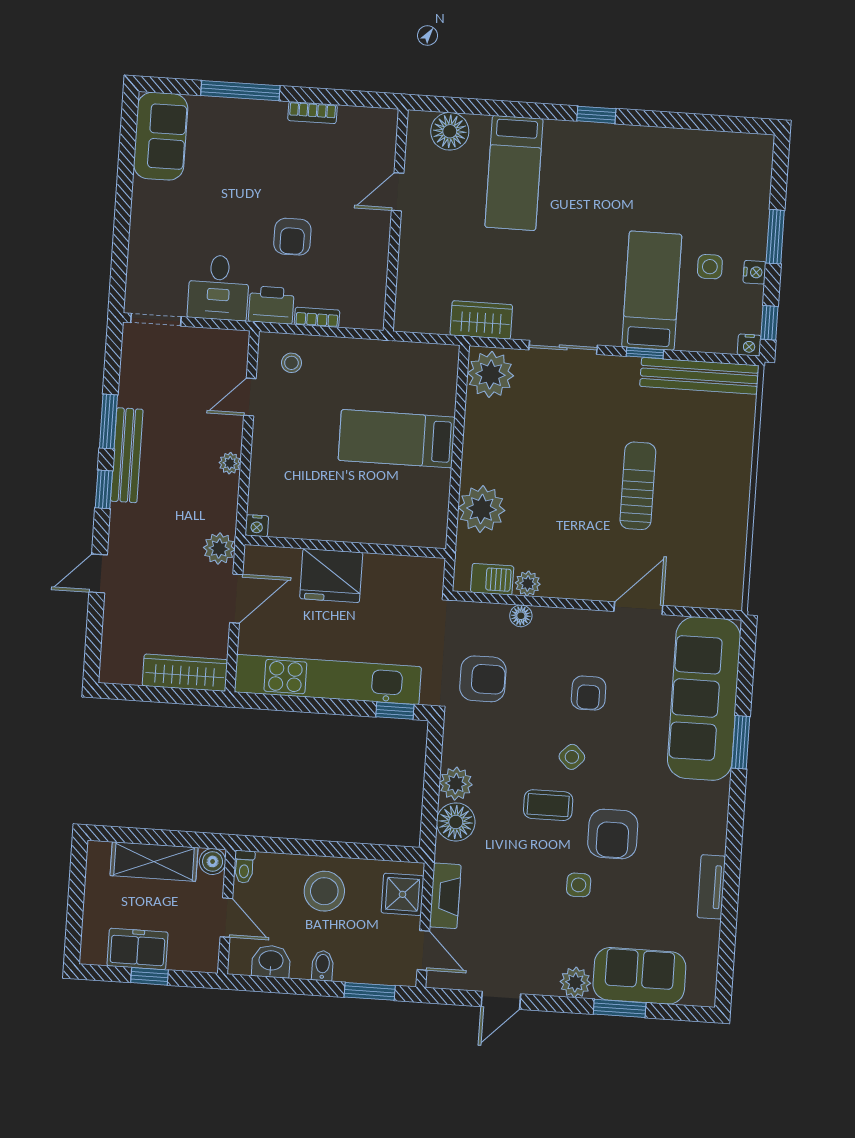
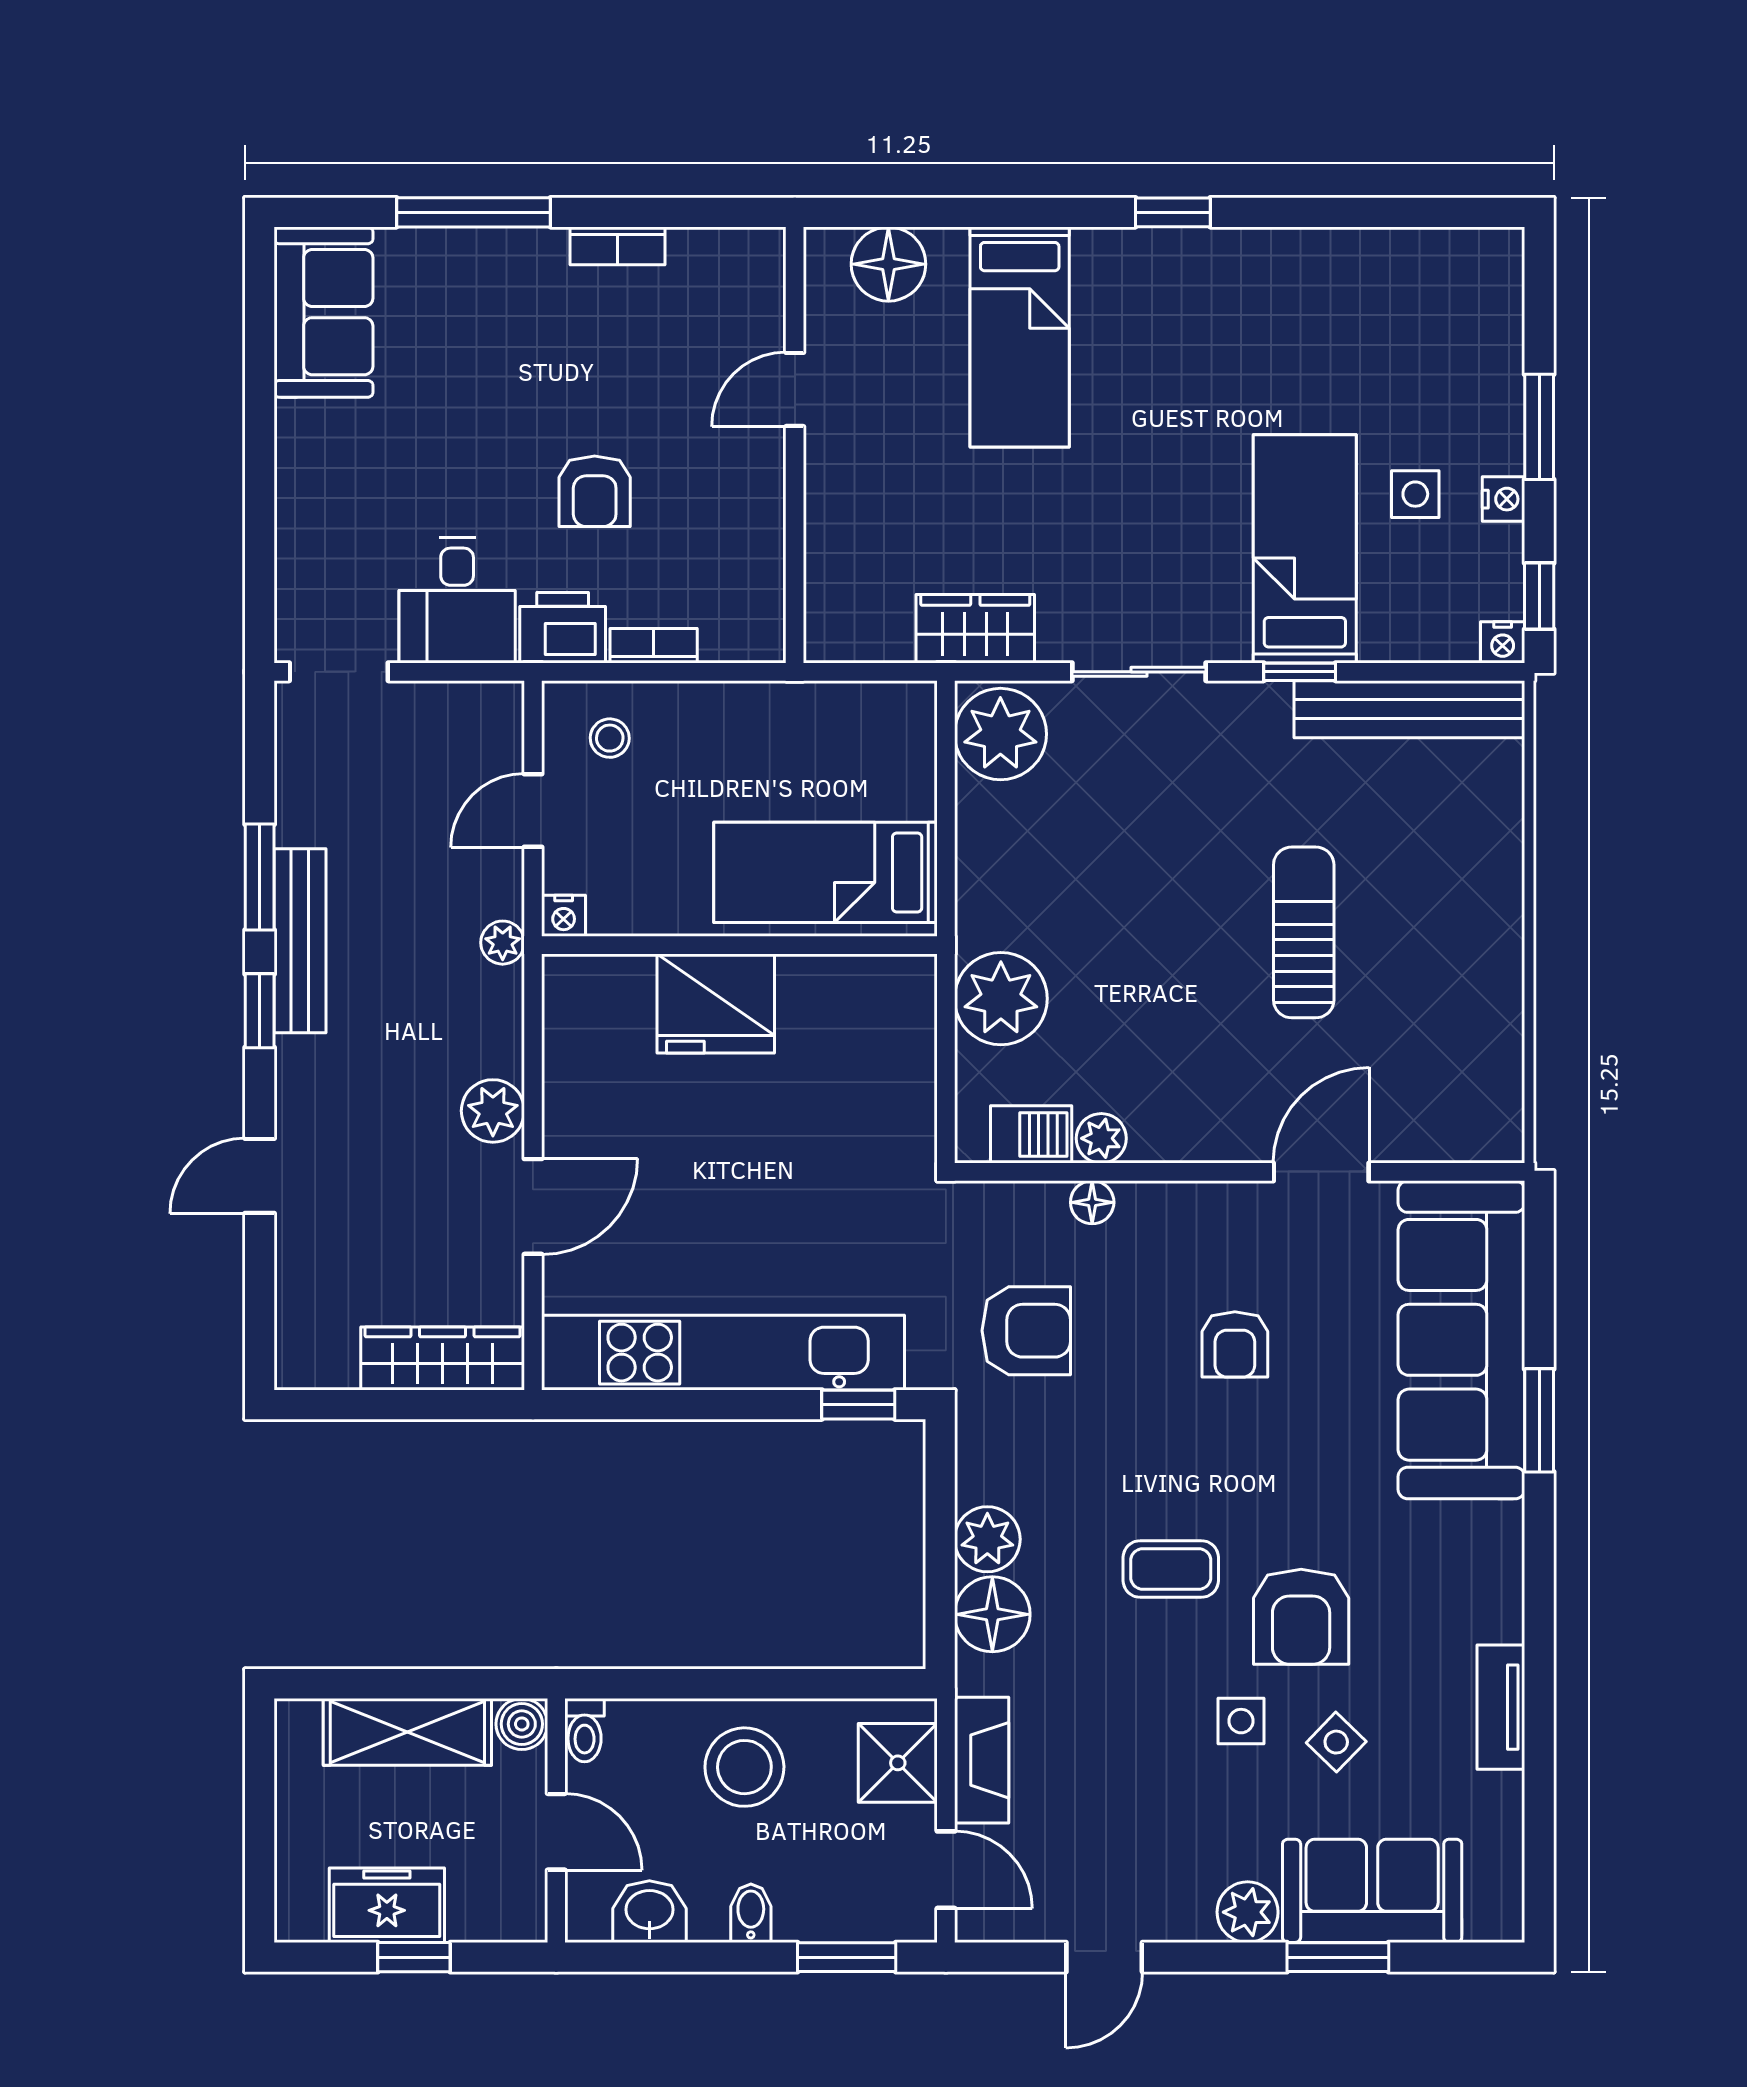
nightstand: (257, 526) -> (564, 916), moved
wall: (345, 547) -> (739, 945), moved
fridge: (331, 576) -> (716, 1003), moved
side table: (572, 757) -> (1336, 1742), moved

